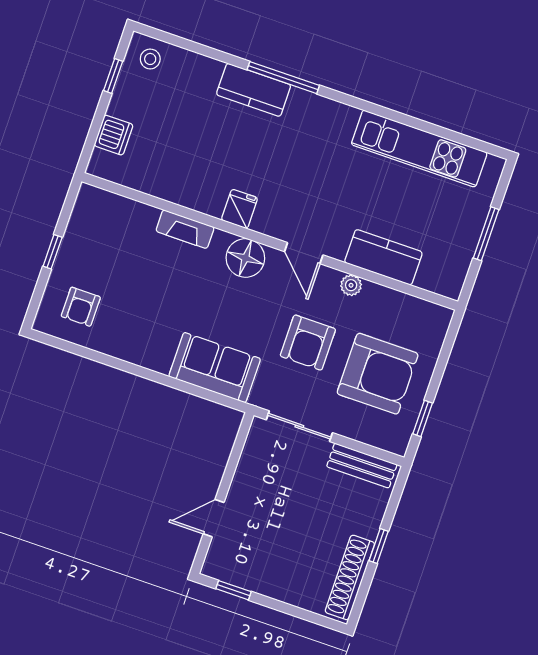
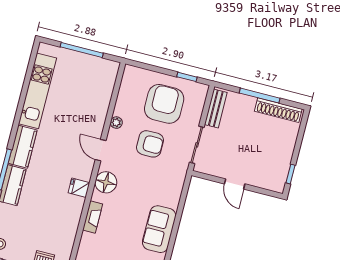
window: (486, 234) -> (82, 50), width x1.44
door: (304, 253) -> (101, 150), swing flipped
kitchen counter: (383, 257) -> (23, 147), moved, turned 180
sofa: (215, 368) -> (159, 229), moved
door: (214, 518) -> (235, 184), moved
window: (379, 546) -> (260, 96), width x2.17

